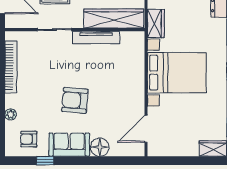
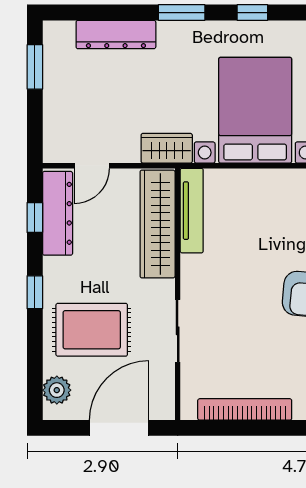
tv unit: (96, 37) -> (192, 211), moved

